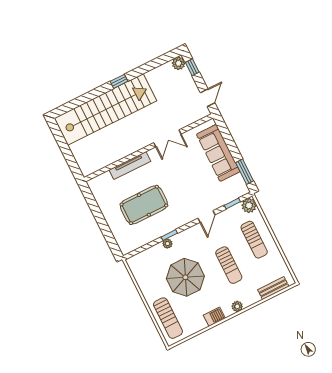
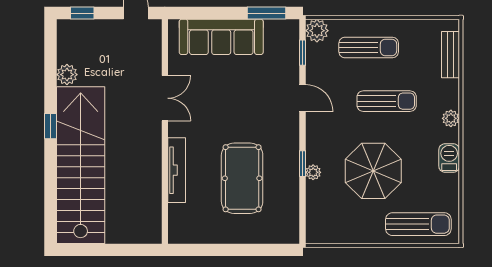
plant: (179, 63) -> (67, 75), moved

